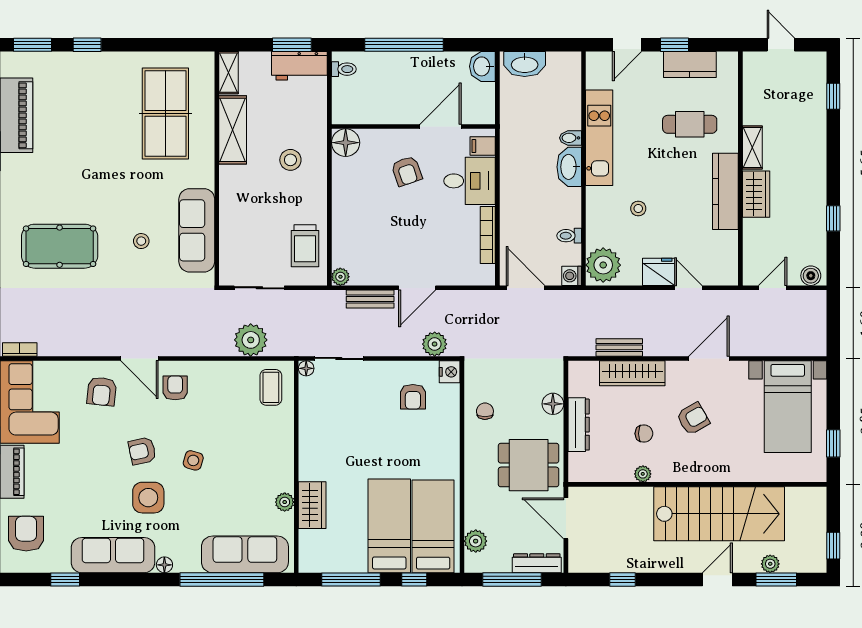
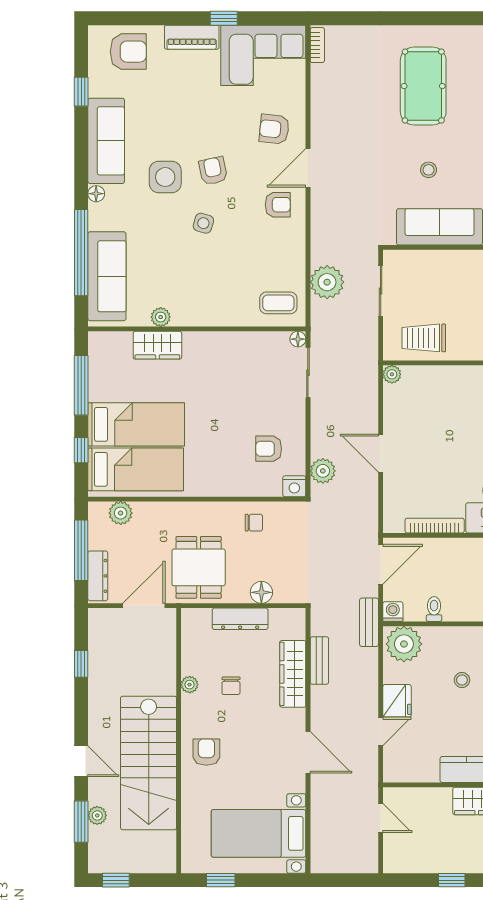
boiler: (811, 276) -> (393, 857), removed
bench: (370, 299) -> (369, 622), moved
armchair: (693, 419) -> (206, 752), moved, turned -150

